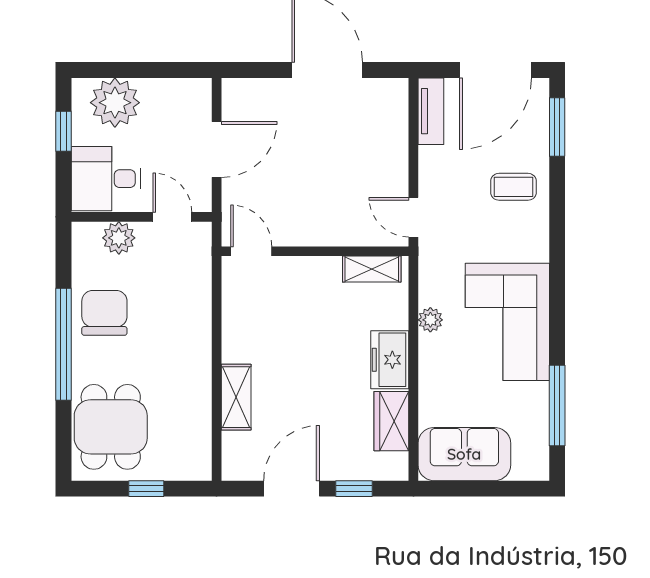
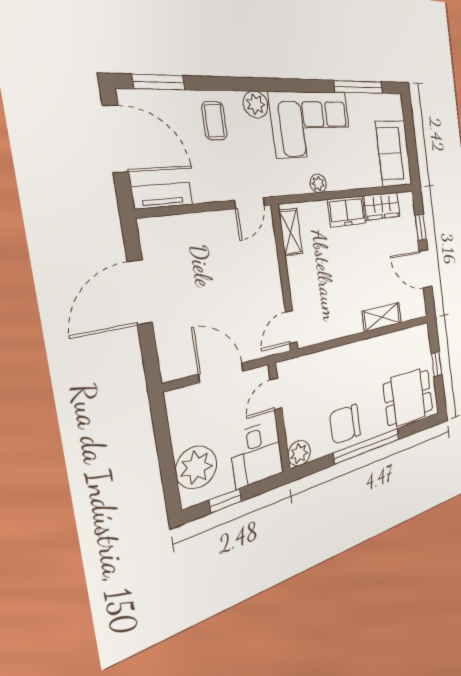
plant: (119, 238) -> (299, 453), moved
plant: (533, 244) -> (256, 104), added

